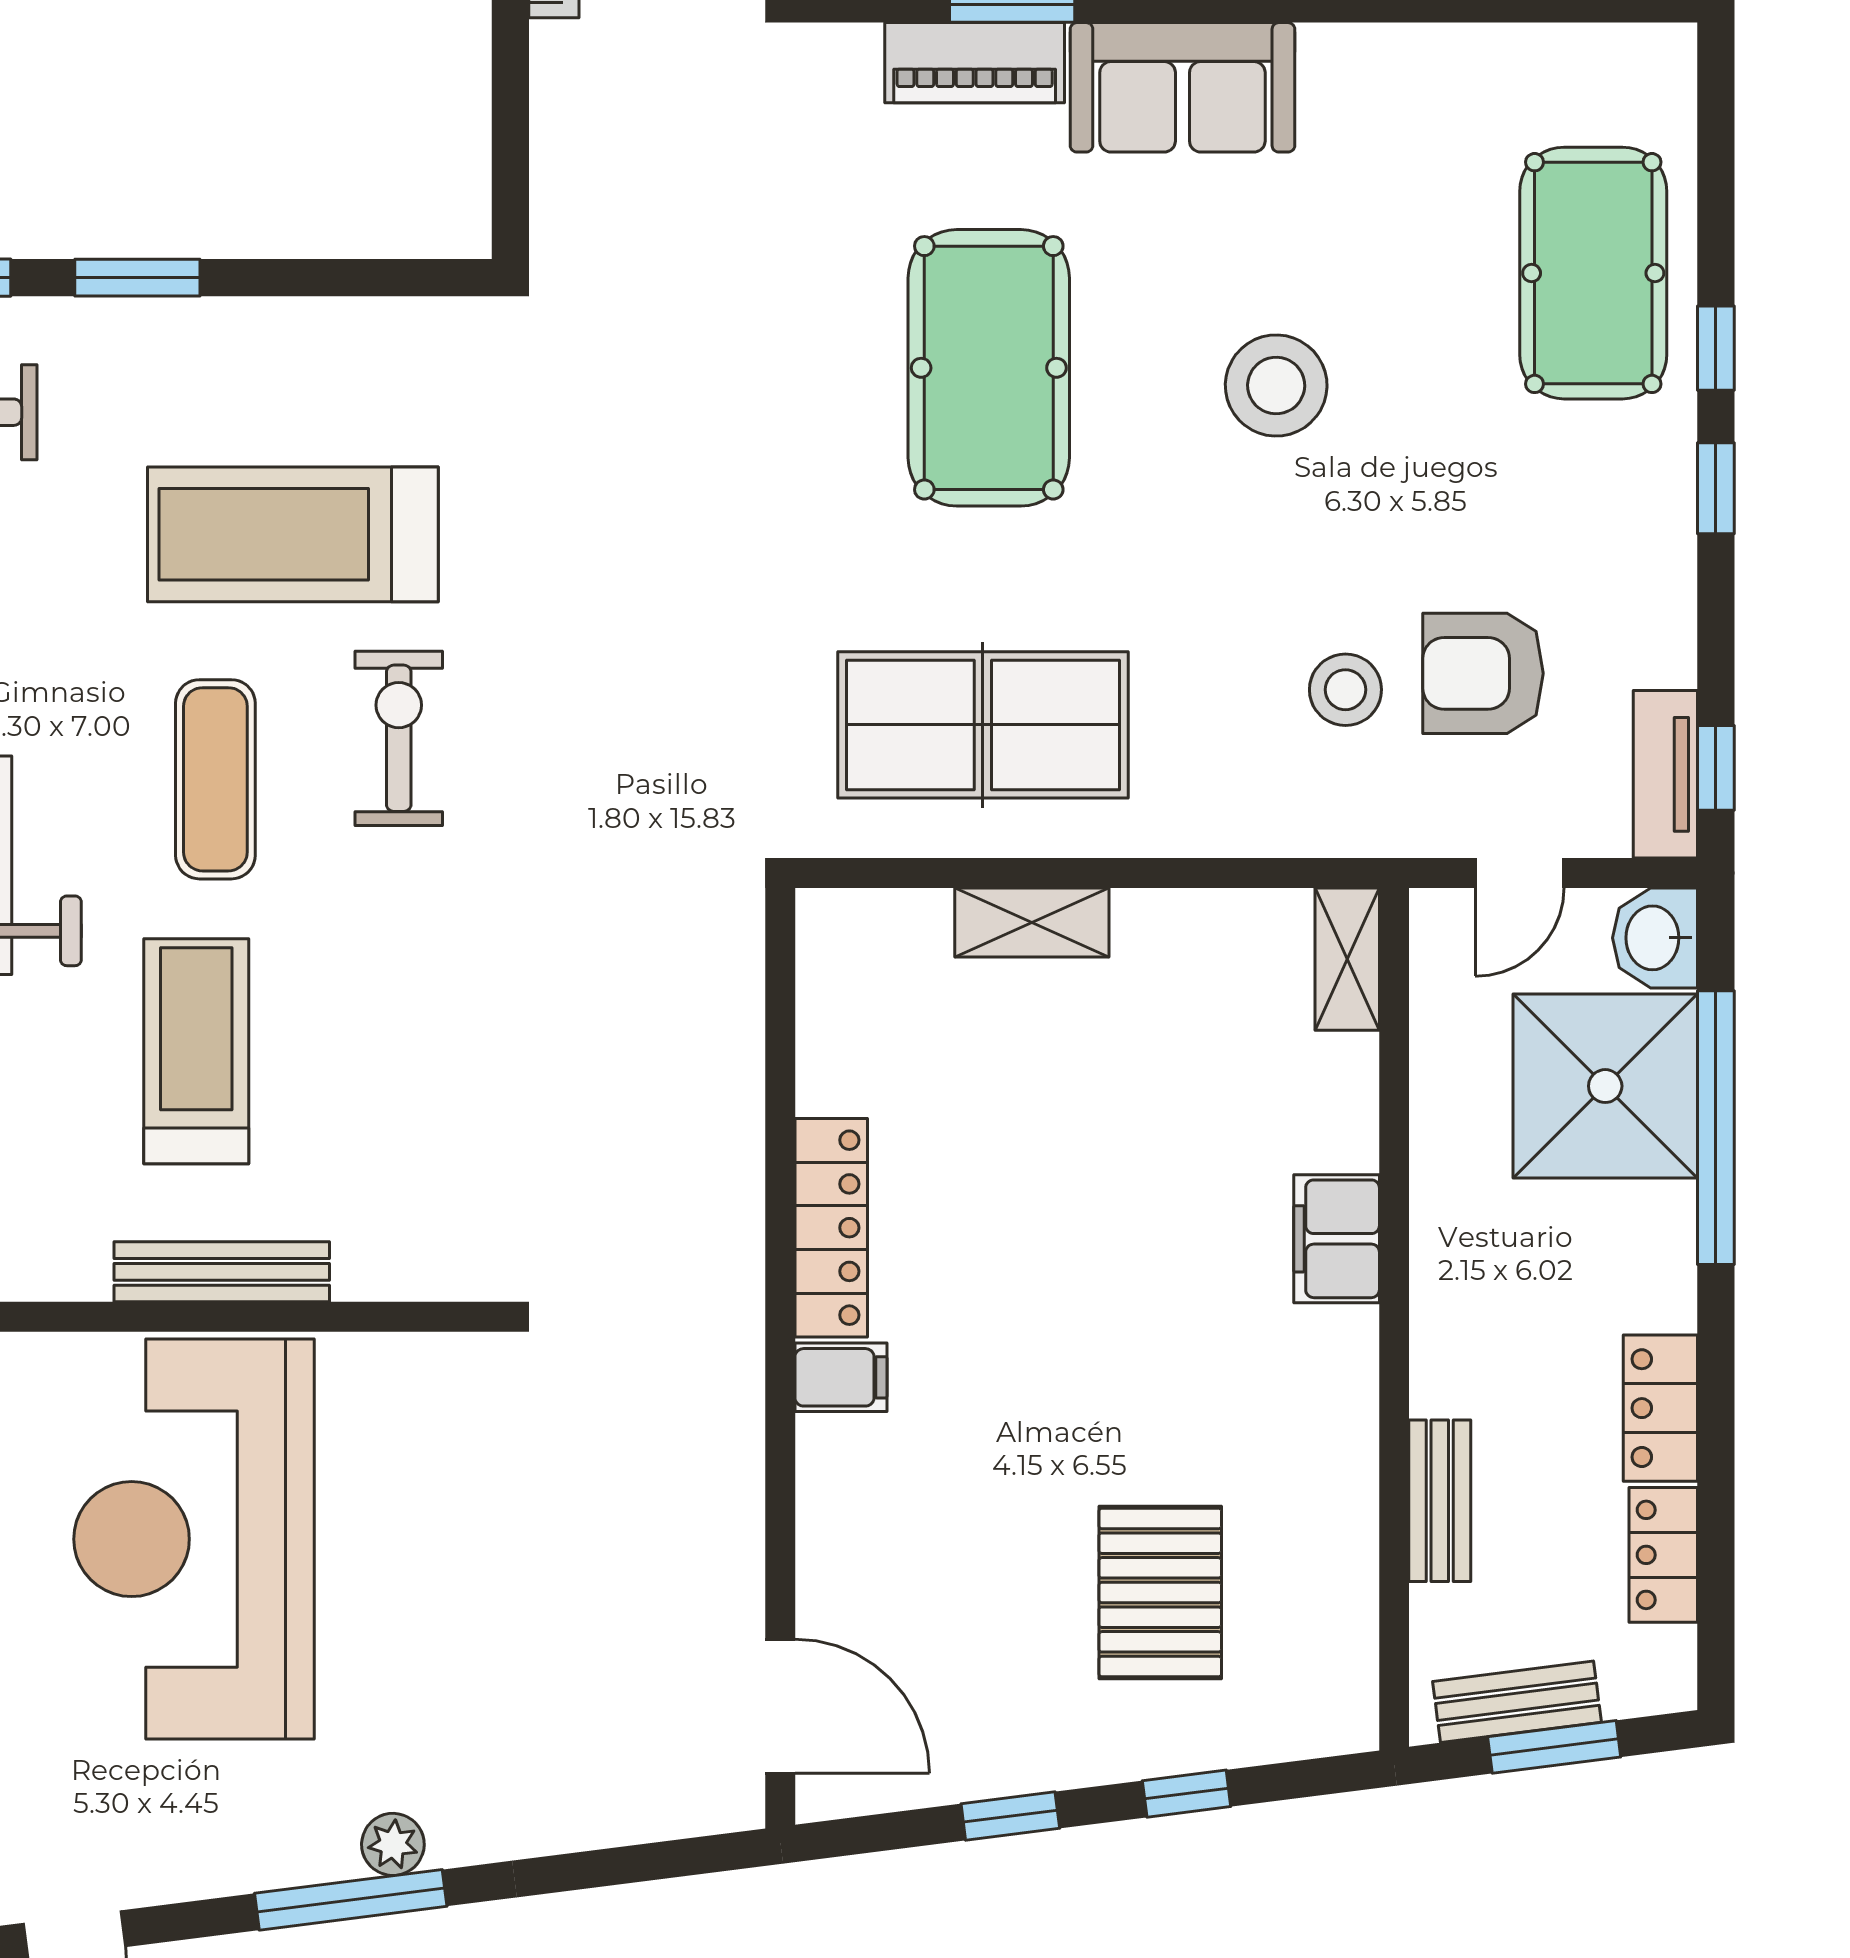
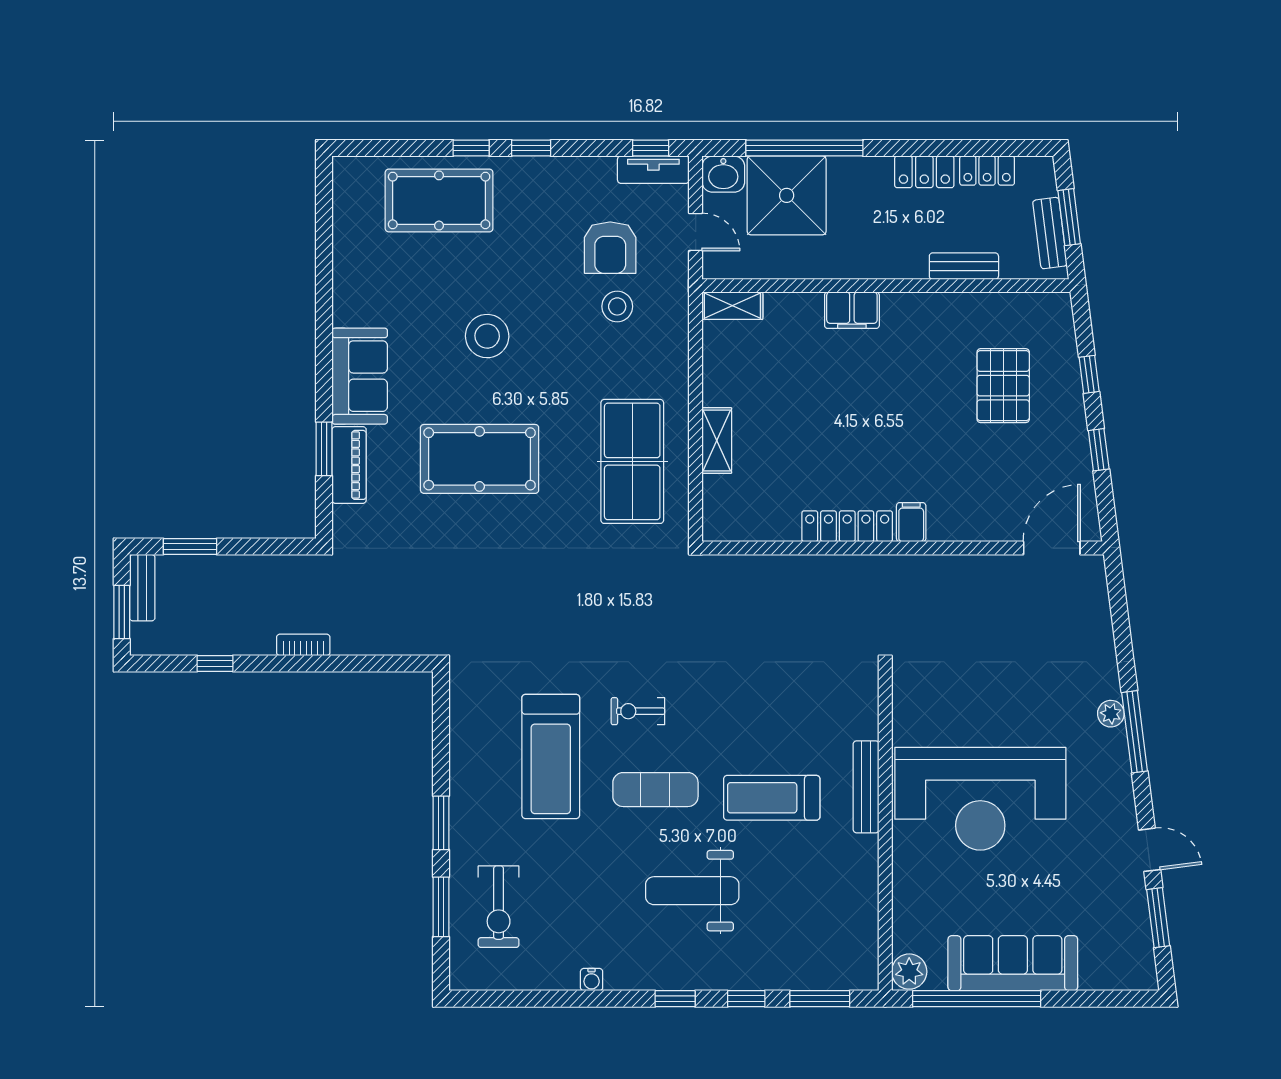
exercise bike: (399, 738) -> (638, 711), width x0.73, depth x0.72
pallet: (1160, 1593) -> (1003, 386), turned 90

